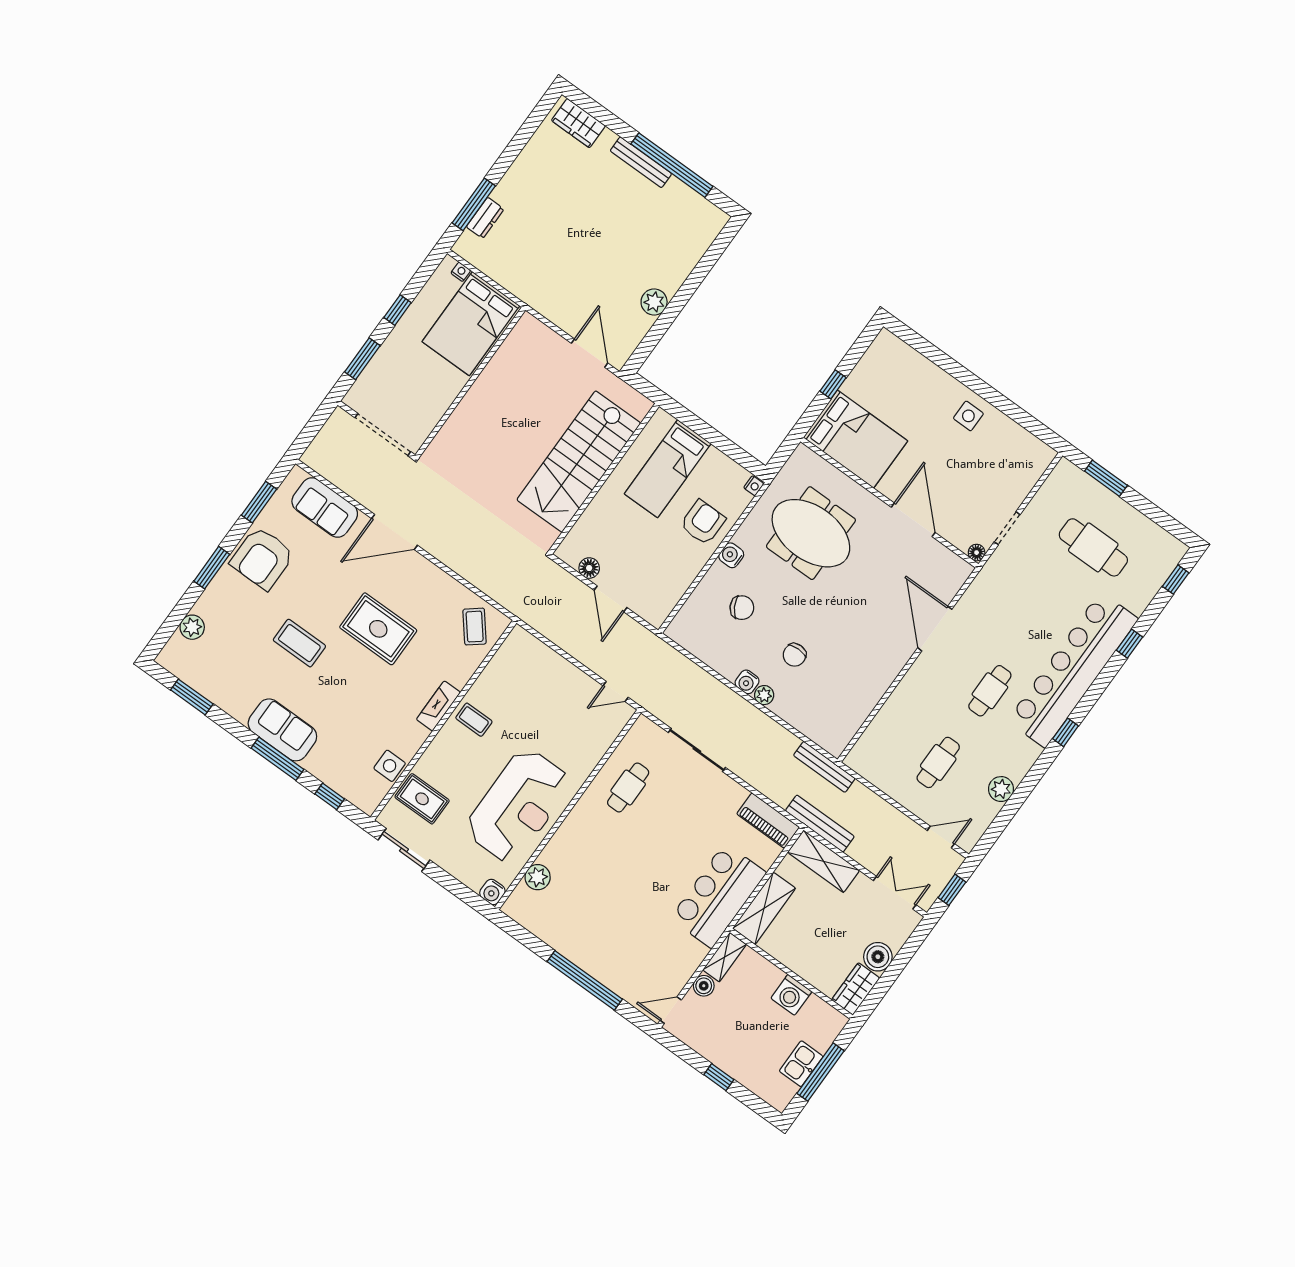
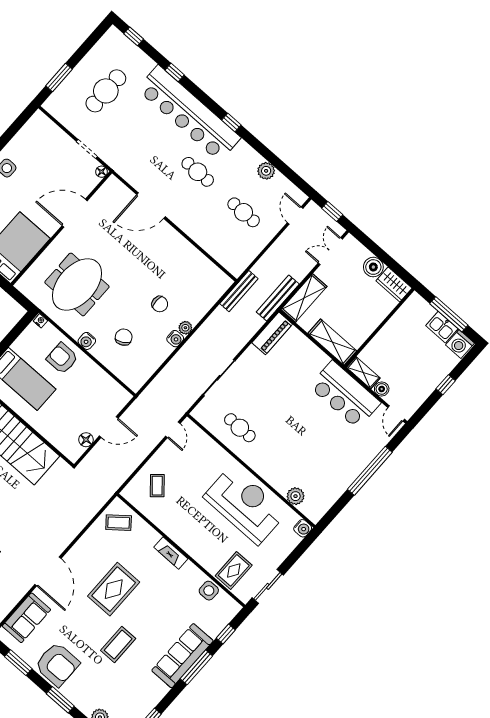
coffee table: (474, 720) -> (157, 486), moved, turned -41
sofa: (282, 730) -> (182, 656), width x1.36
bar counter: (718, 896) -> (345, 395), moved
washing machine: (791, 995) -> (460, 344), moved, turned 90

